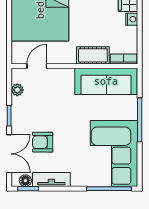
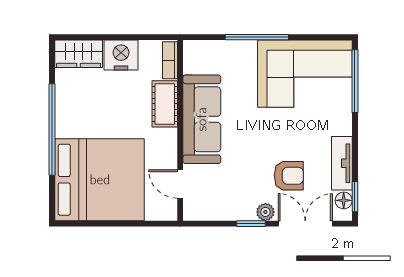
nightstand: (132, 19) -> (121, 55), width x1.89, depth x1.79
sofa: (106, 81) -> (202, 119), moved
plant: (17, 90) -> (265, 212), moved
armchair: (43, 142) -> (289, 176), turned -90

